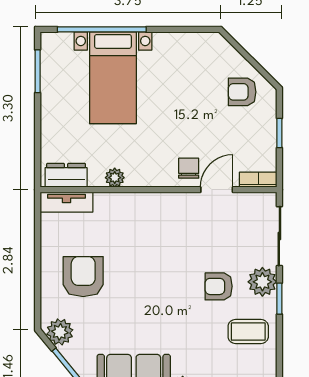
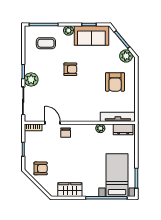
wardrobe: (180, 47) -> (70, 190), added
bed with nightstands: (113, 78) -> (117, 175), moved
door: (217, 190) -> (53, 123), swing flipped
tv unit: (66, 202) -> (118, 117), width x1.41
armchair: (219, 286) -> (70, 69), moved
coffee table: (248, 331) -> (46, 43), moved

